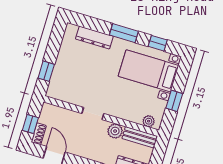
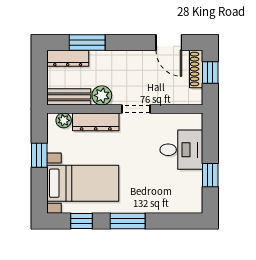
dresser: (94, 38) -> (96, 122), moved, turned 180
window: (46, 71) -> (210, 175), moved
desk: (69, 74) -> (181, 150), added
shoe rack: (39, 134) -> (196, 69), width x1.43

